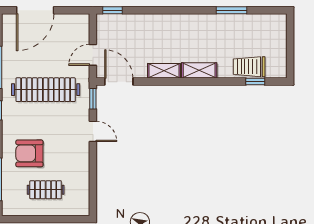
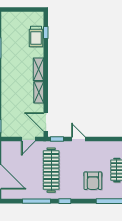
door: (93, 55) -> (28, 139), hinge flipped
door: (119, 82) -> (46, 122), hinge flipped
door: (93, 131) -> (78, 139), hinge flipped

